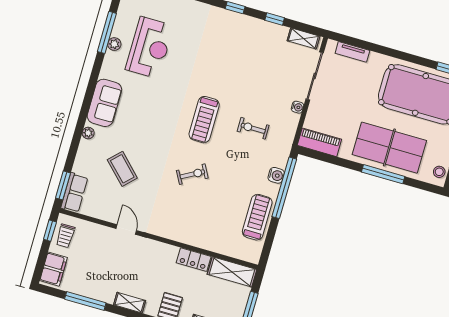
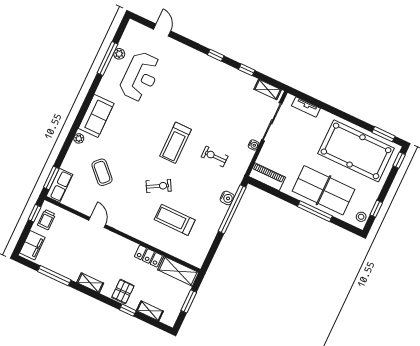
plant: (114, 44) -> (119, 54), moved
treadmill: (257, 217) -> (175, 220), moved, turned -90

